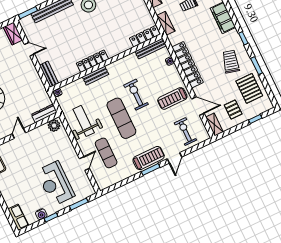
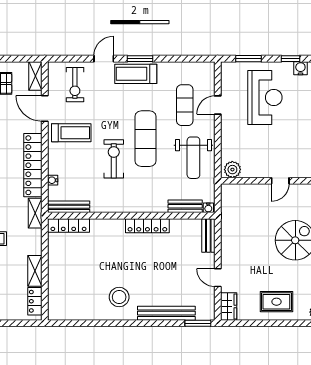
shelving: (166, 23) -> (35, 213), moved
bench: (95, 76) -> (185, 206), moved
exercise bike: (136, 95) -> (114, 159), turned 180
dresser: (44, 113) -> (237, 190), removed

